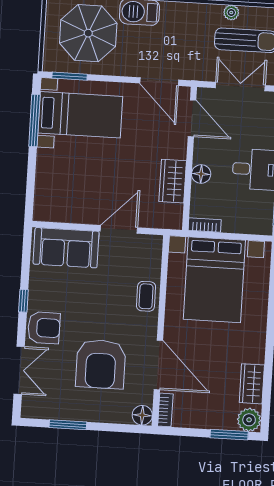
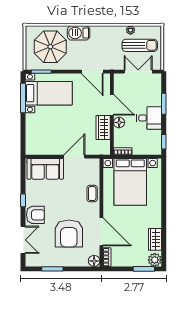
door: (192, 118) -> (112, 105), moved

